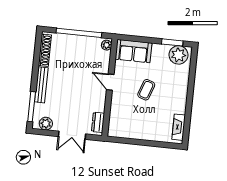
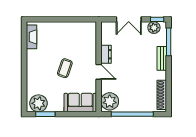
plant: (107, 45) -> (110, 101), width x1.87, depth x1.87
bench: (41, 85) -> (162, 58), width x0.73
dresser: (98, 122) -> (106, 54), moved
window: (42, 132) -> (157, 19), added
double door: (72, 135) -> (129, 19), swing flipped

